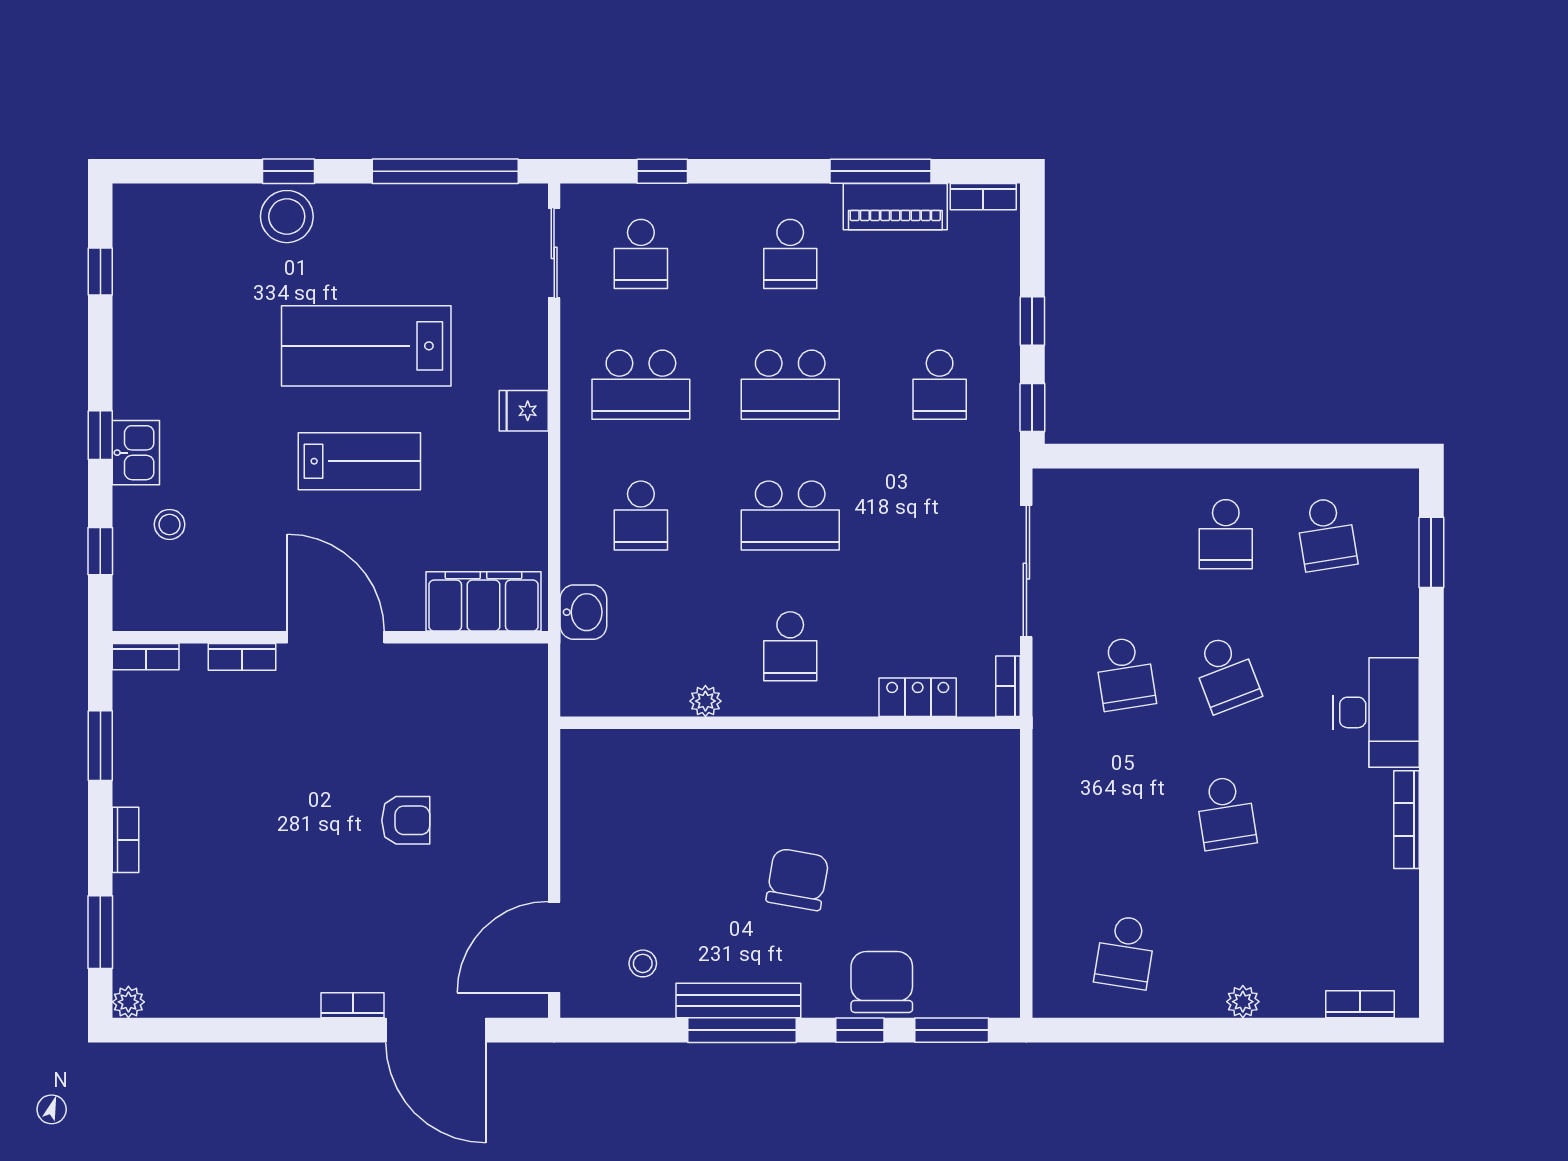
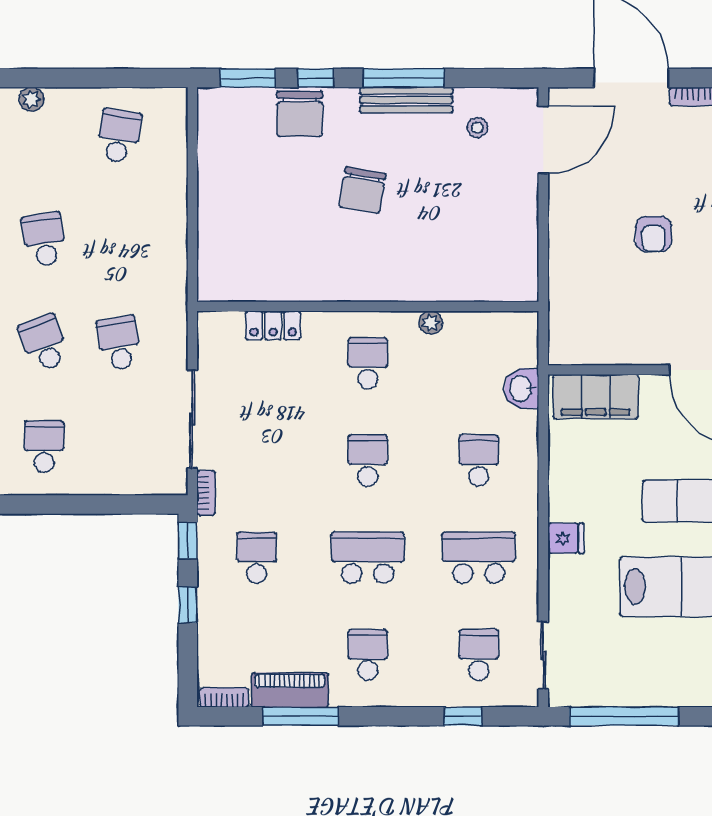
school desk: (790, 515) -> (368, 460), width x0.54
bookcase: (1008, 686) -> (206, 493), moved
armchair: (406, 820) -> (653, 234), turned -90

